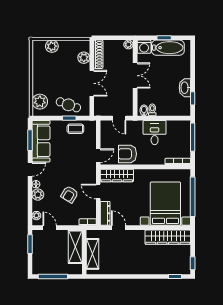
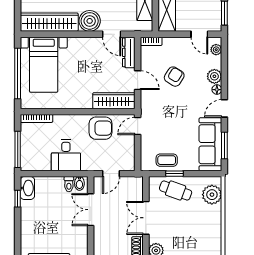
double door: (135, 76) -> (91, 210), moved
washbasin: (185, 88) -> (27, 188), moved
door: (119, 118) -> (111, 174), swing flipped
bed with nightstands: (165, 204) -> (44, 65), width x0.73
boiler: (136, 238) -> (90, 21), added

